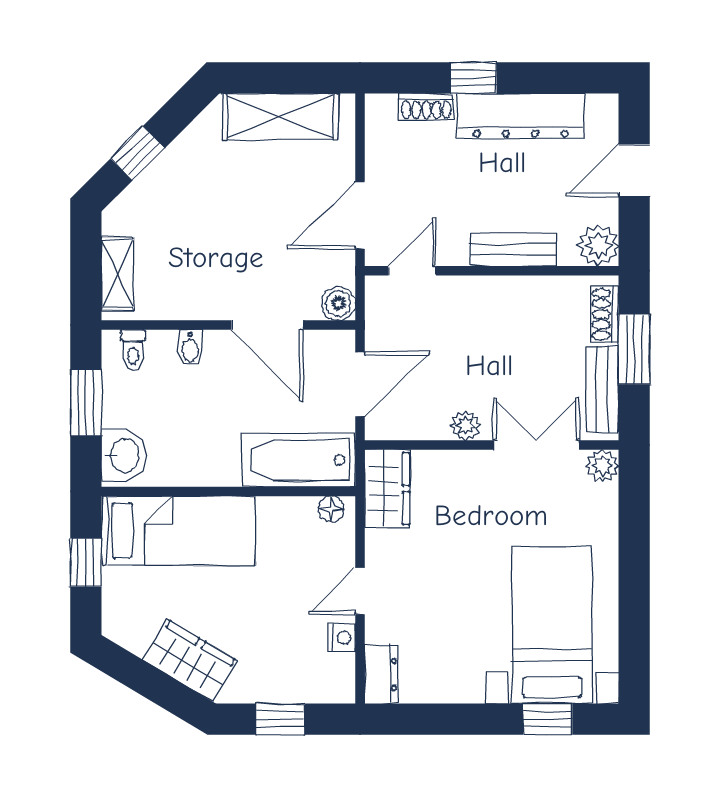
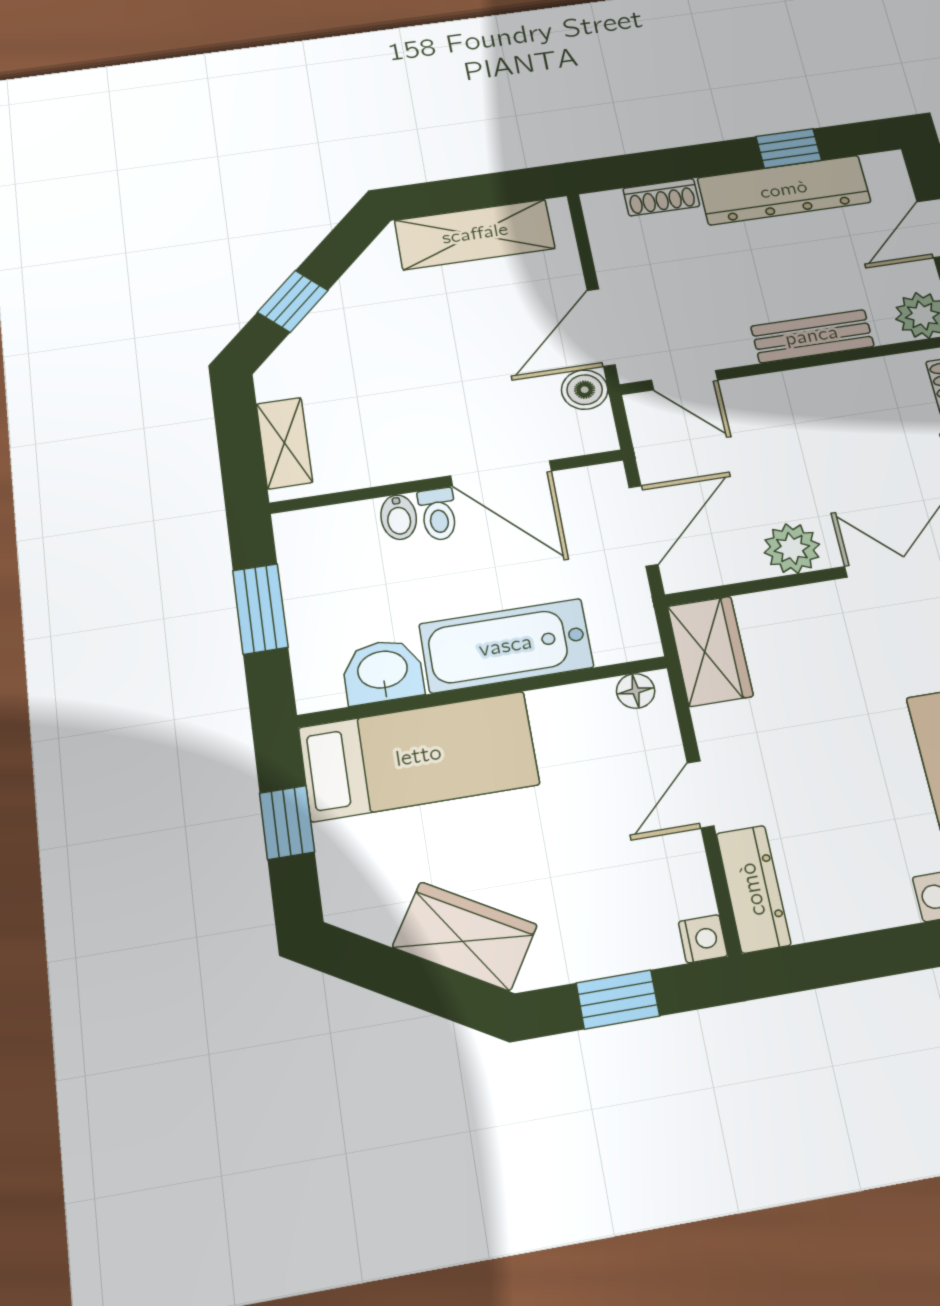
window: (474, 78) -> (789, 148), moved
door: (412, 271) -> (685, 380), swing flipped
boiler: (339, 303) -> (585, 390), moved
toilet: (133, 350) -> (438, 514), moved
plant: (465, 426) -> (792, 548), width x1.38, depth x1.38
washbasin: (124, 456) -> (383, 671), moved, turned -90
bathtub: (298, 460) -> (506, 646), moved
nightstand: (342, 638) -> (703, 939), moved
dresser: (381, 674) -> (753, 889), width x1.44

